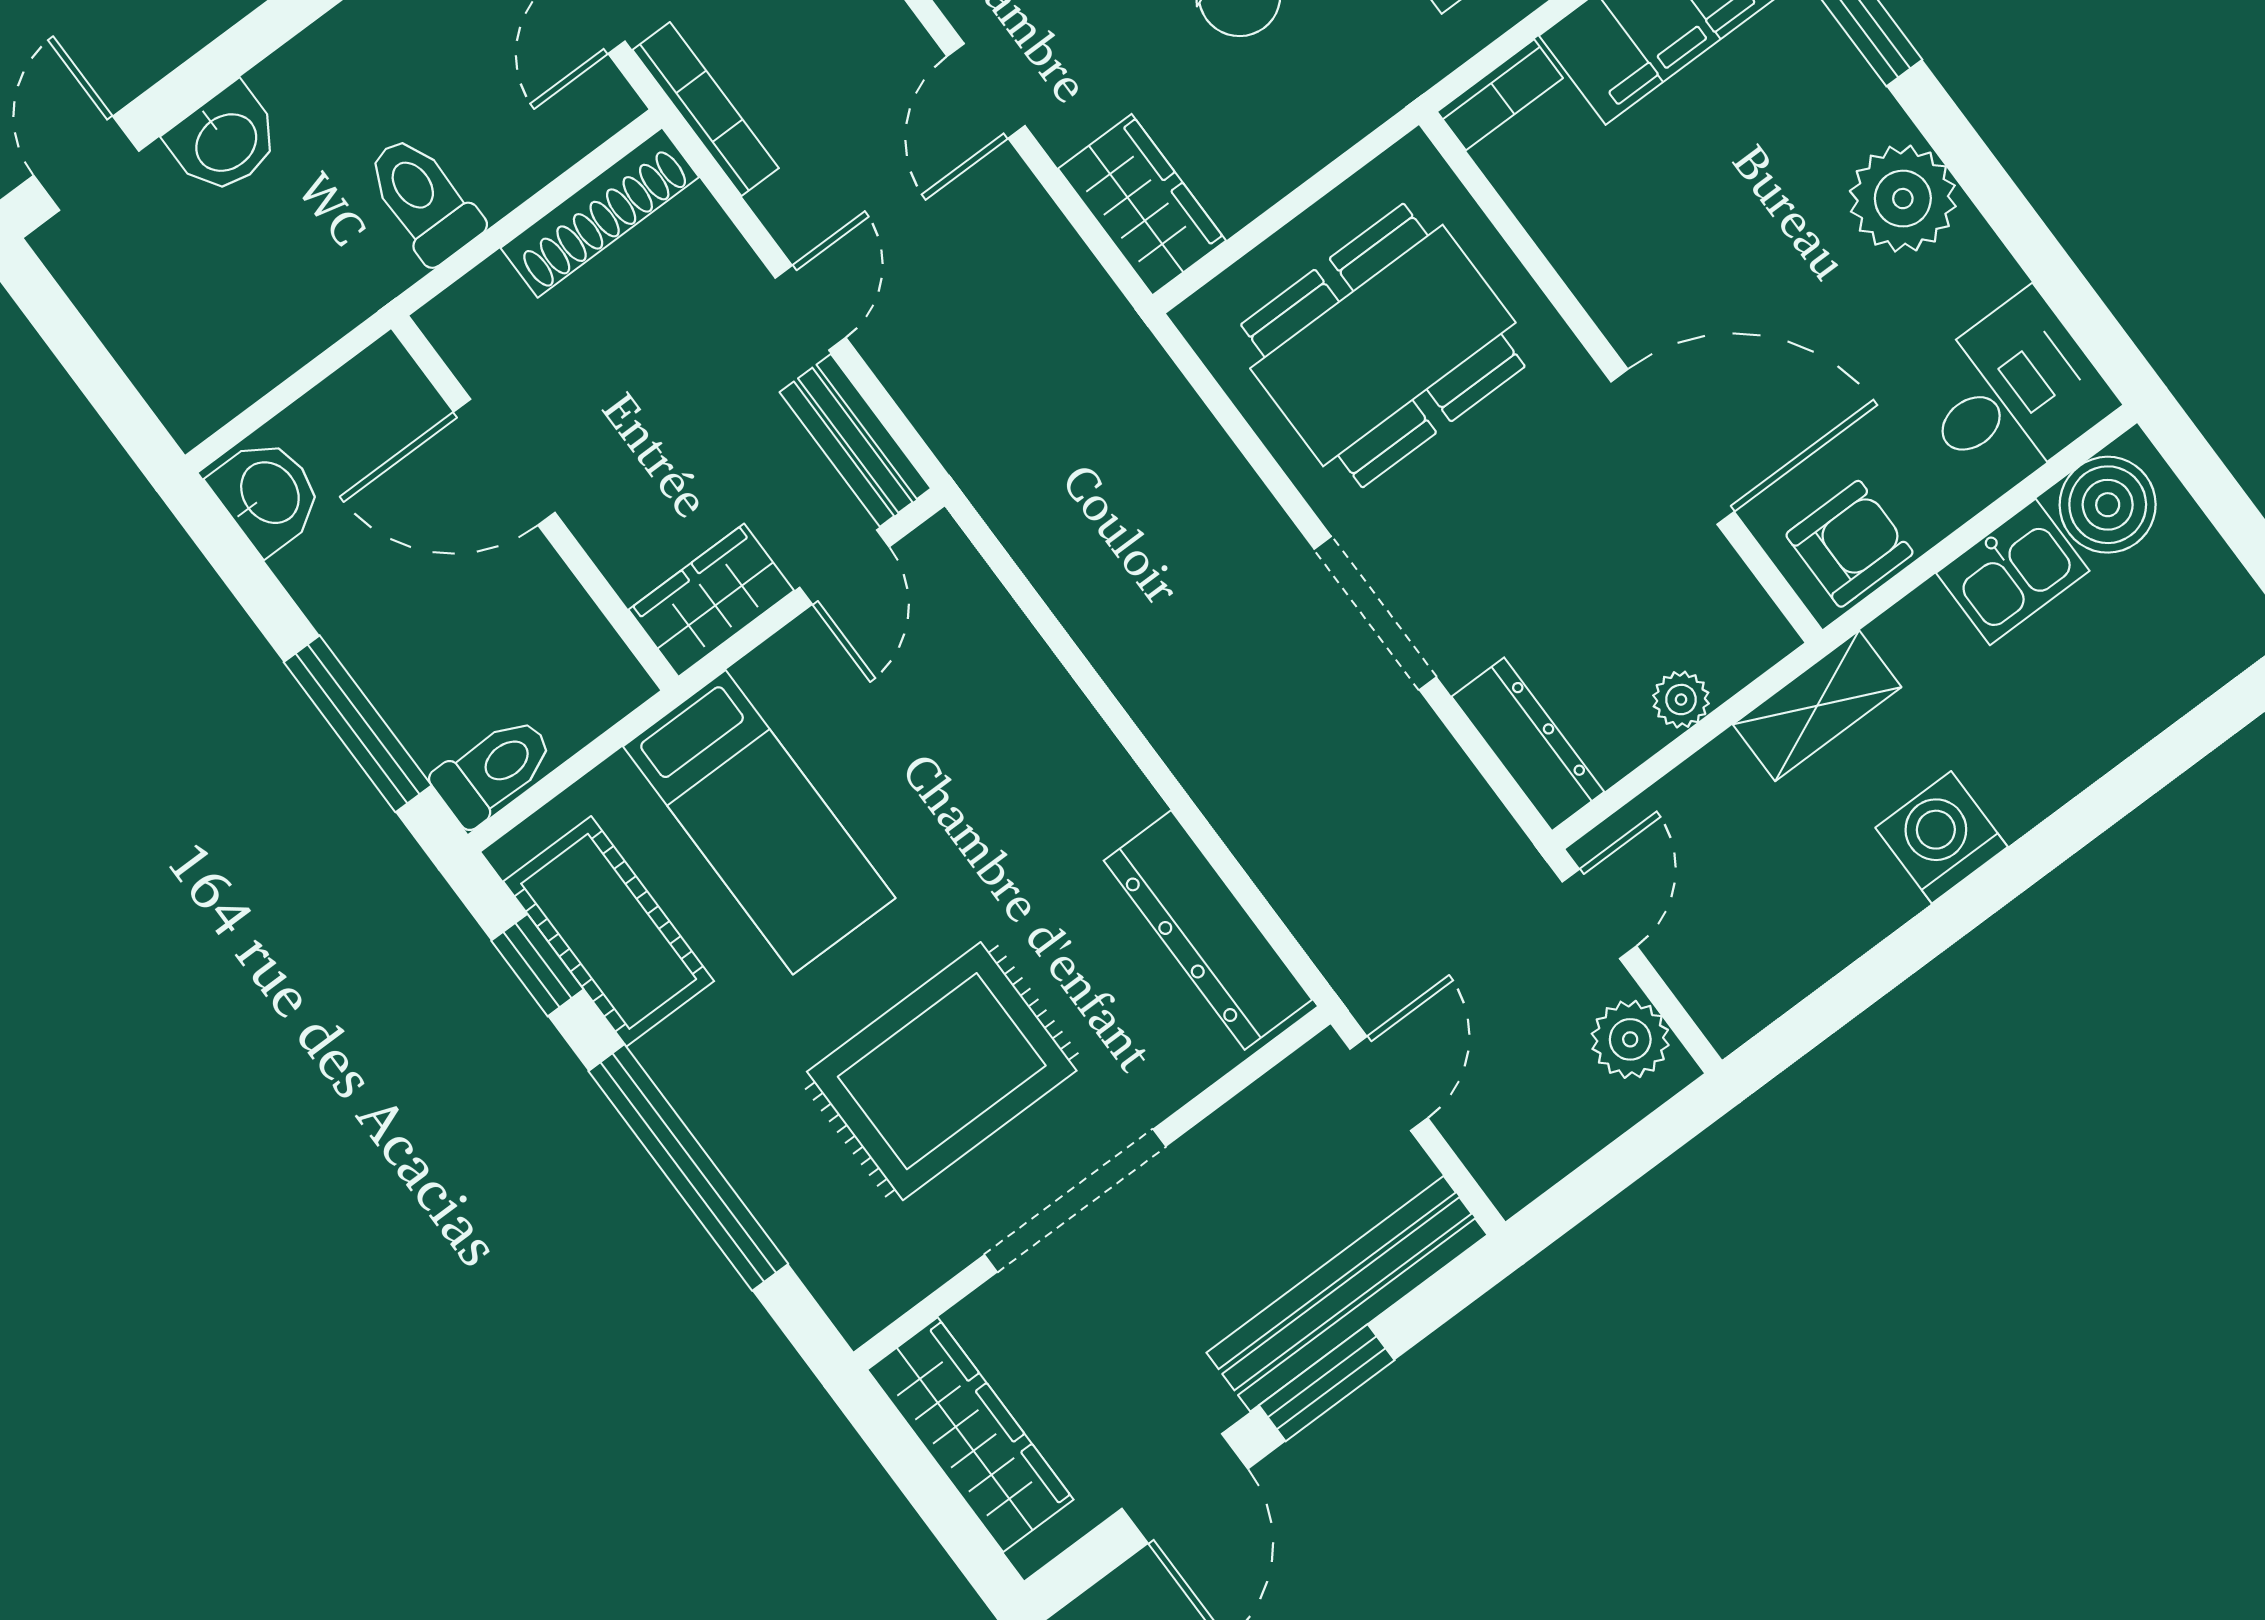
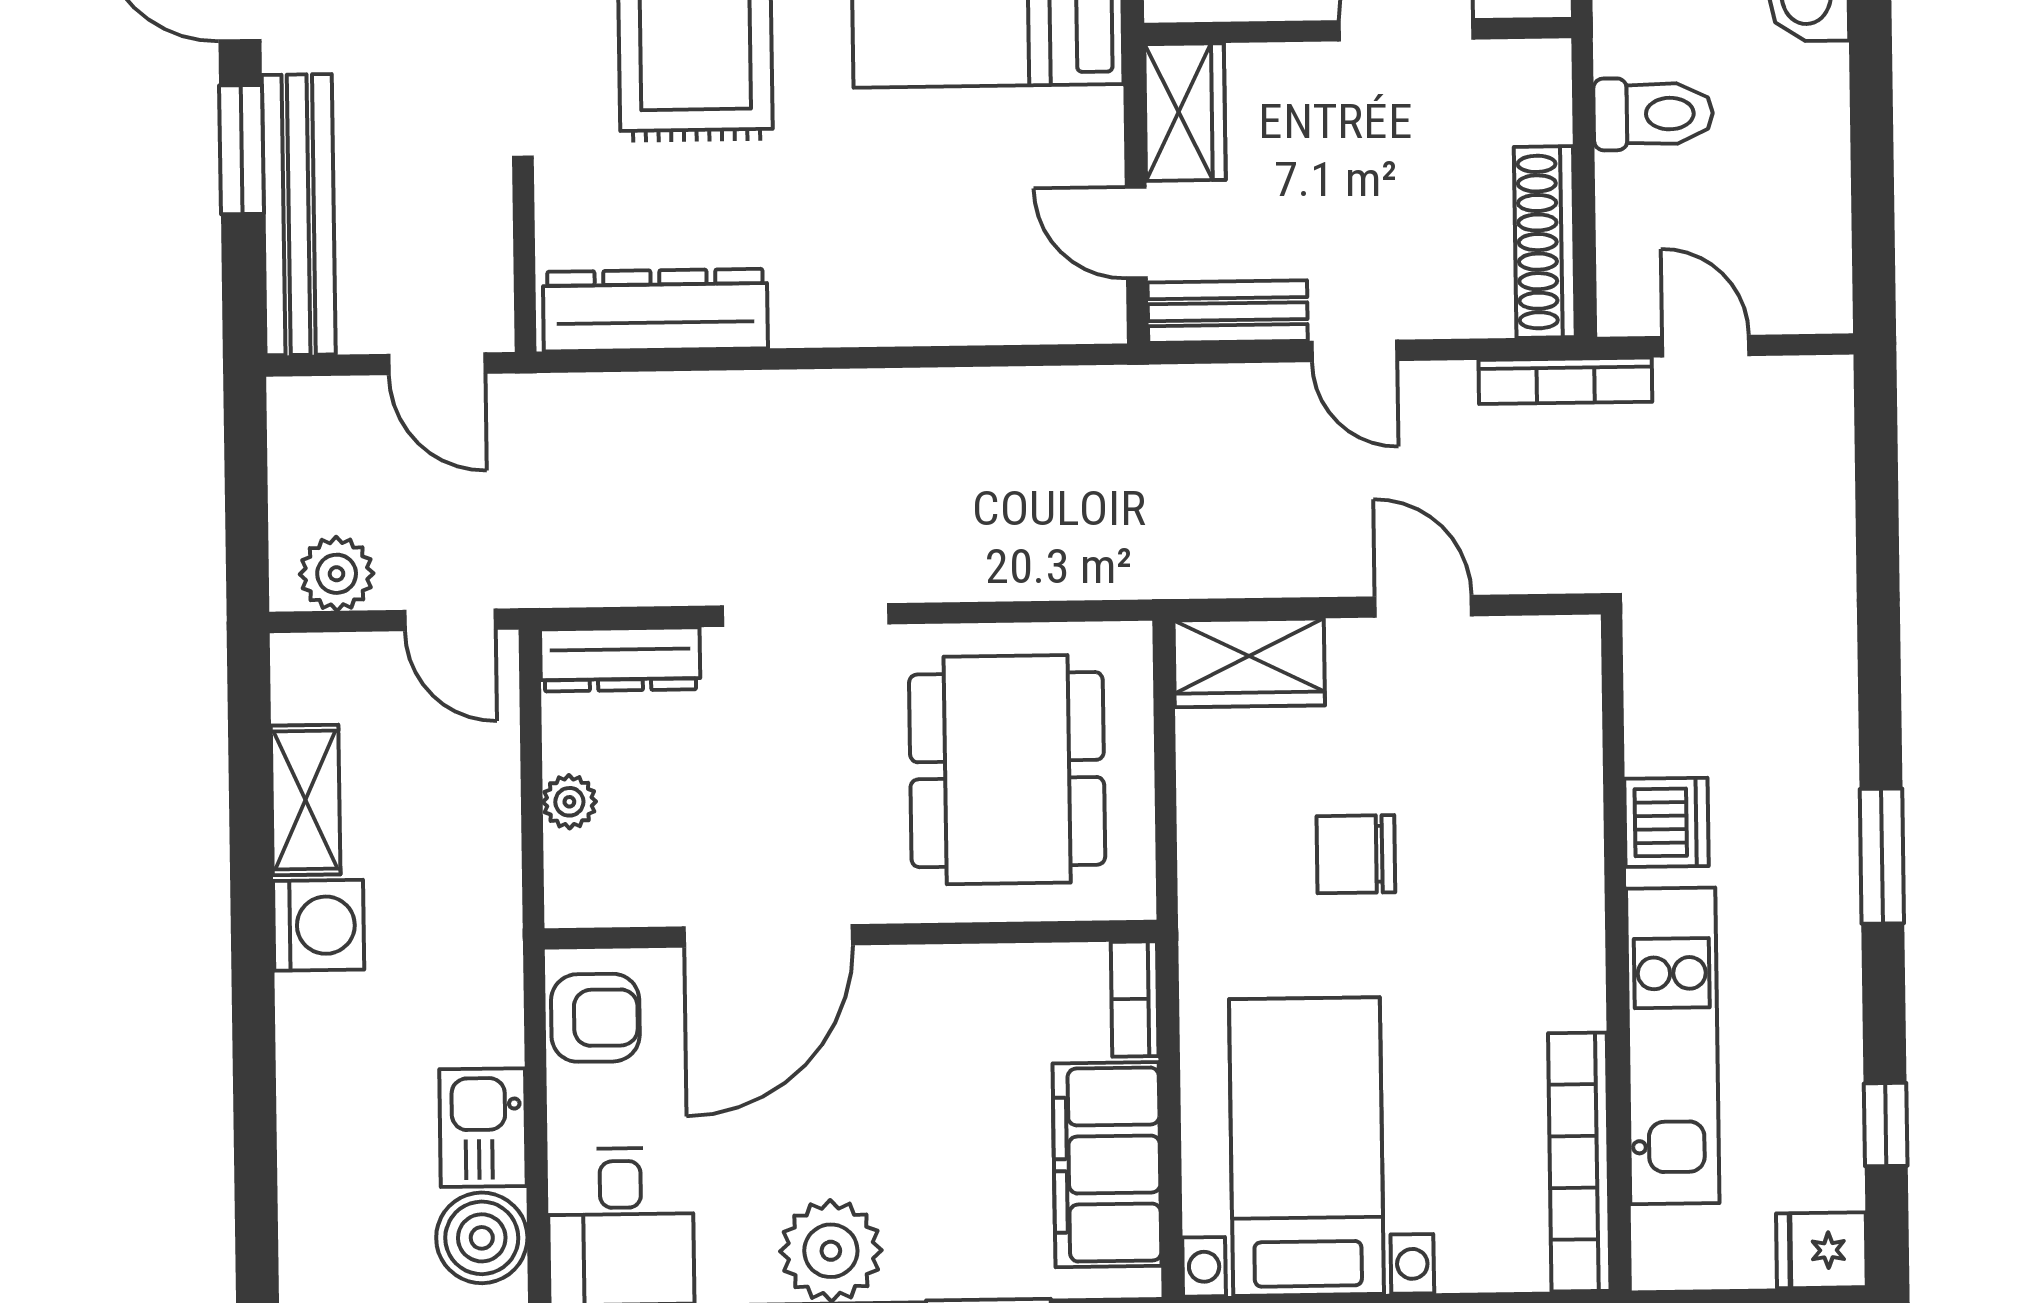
armchair: (1849, 544) -> (595, 1018), turned -90
shelving: (1817, 706) -> (306, 800), moved

